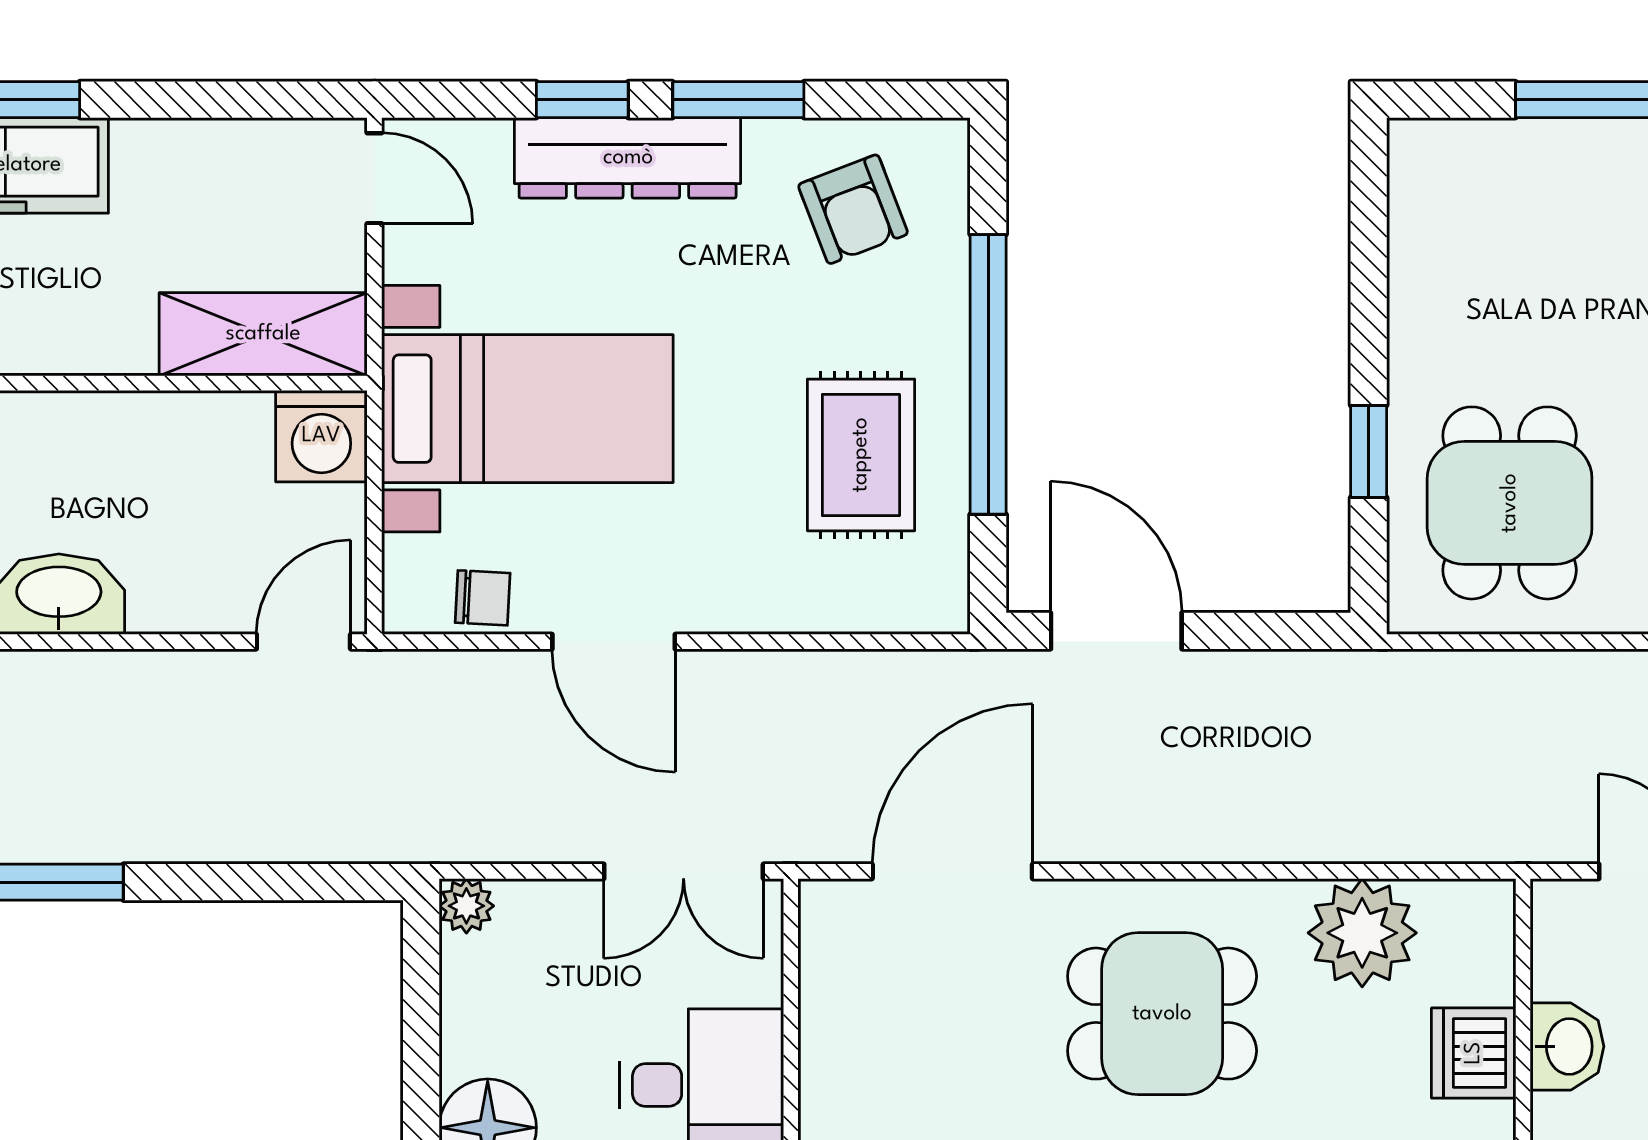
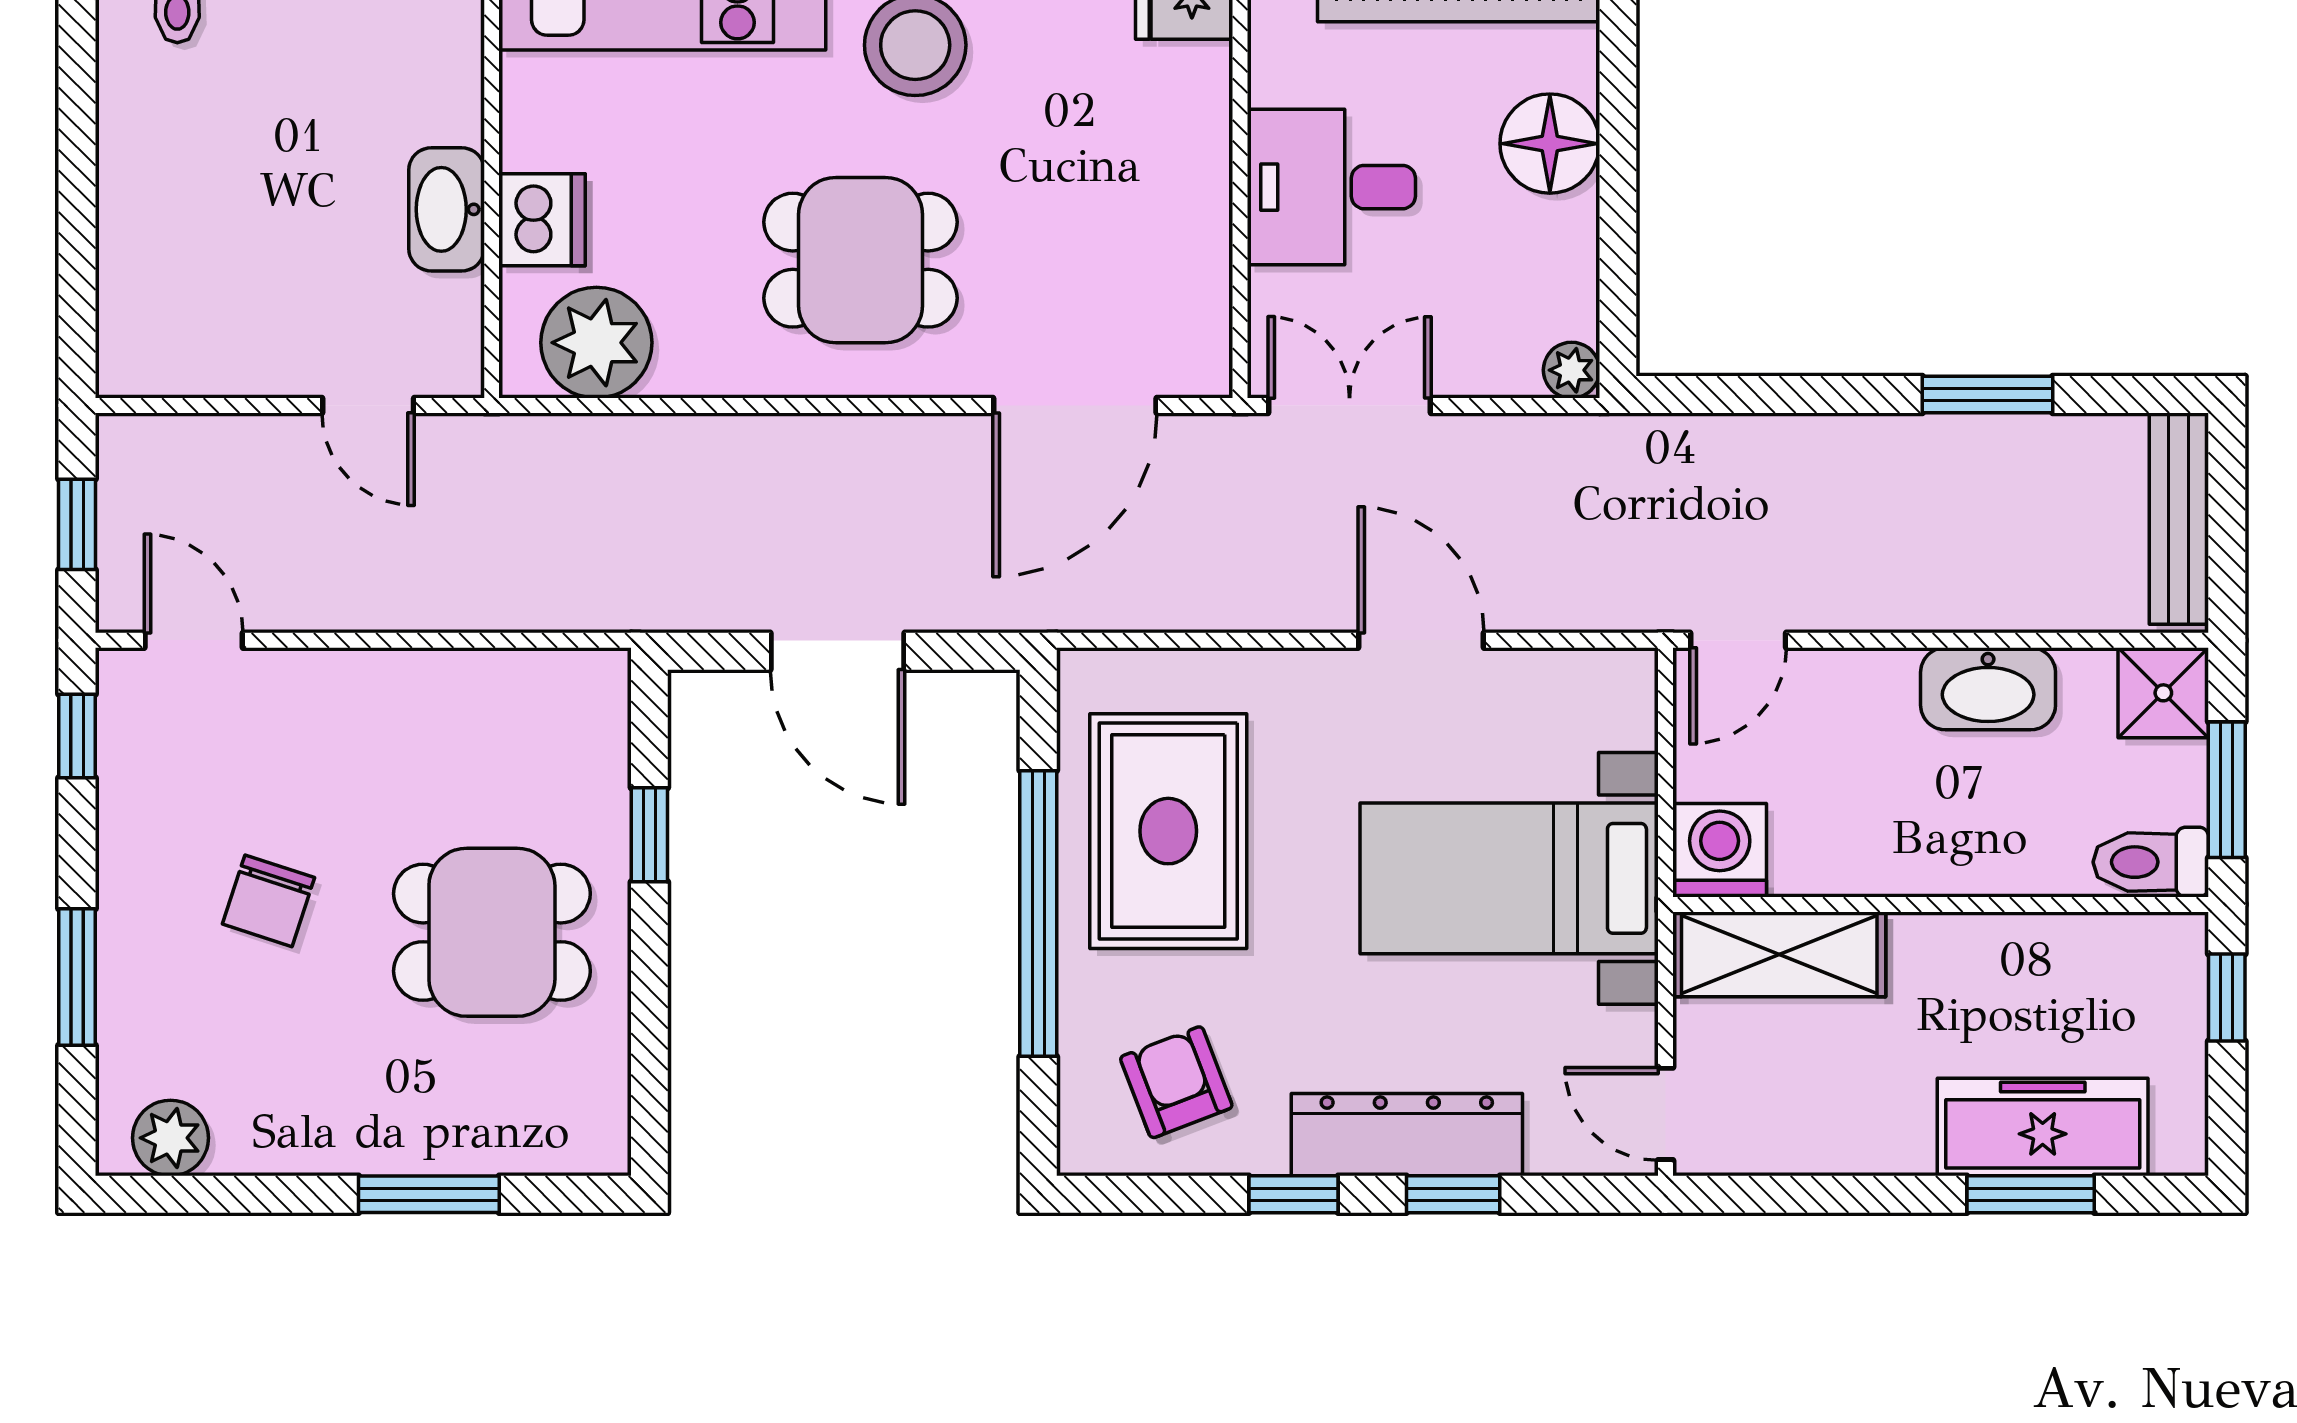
window: (738, 100) -> (1294, 1194), width x0.67
rug: (861, 455) -> (1168, 831), width x1.36, depth x1.43
dining table: (1510, 503) -> (492, 932), moved, turned 90
chair: (483, 598) -> (1555, 685), removed
door: (1116, 631) -> (838, 651), moved
plant: (1362, 933) -> (596, 343), moved
washbasin: (1567, 1046) -> (447, 209), width x1.38

